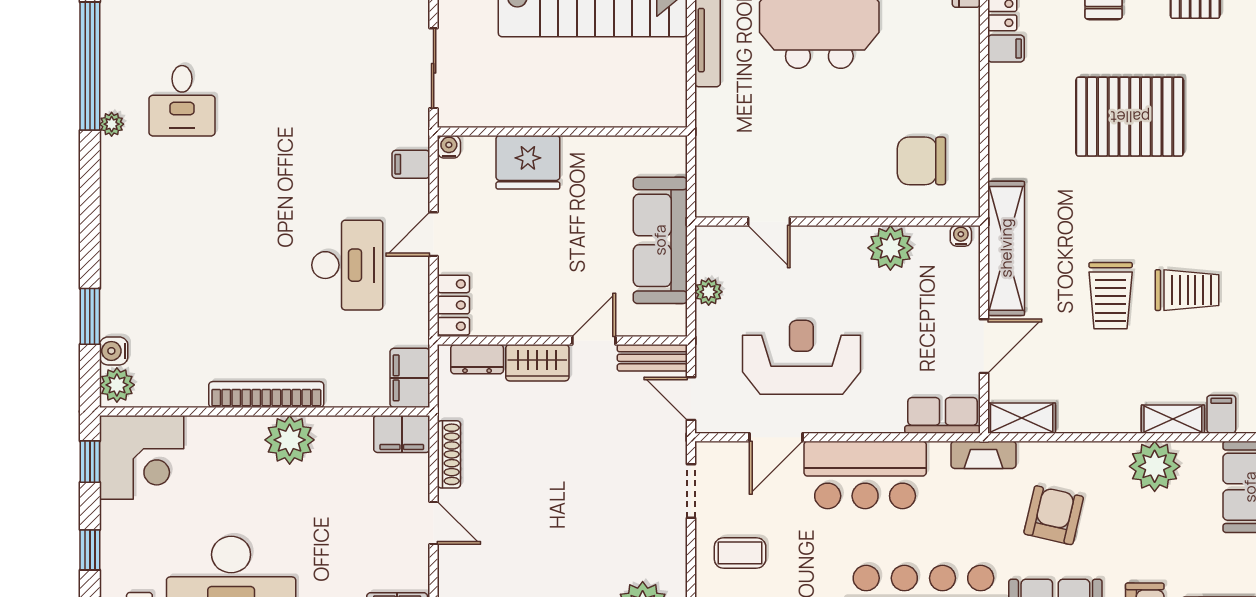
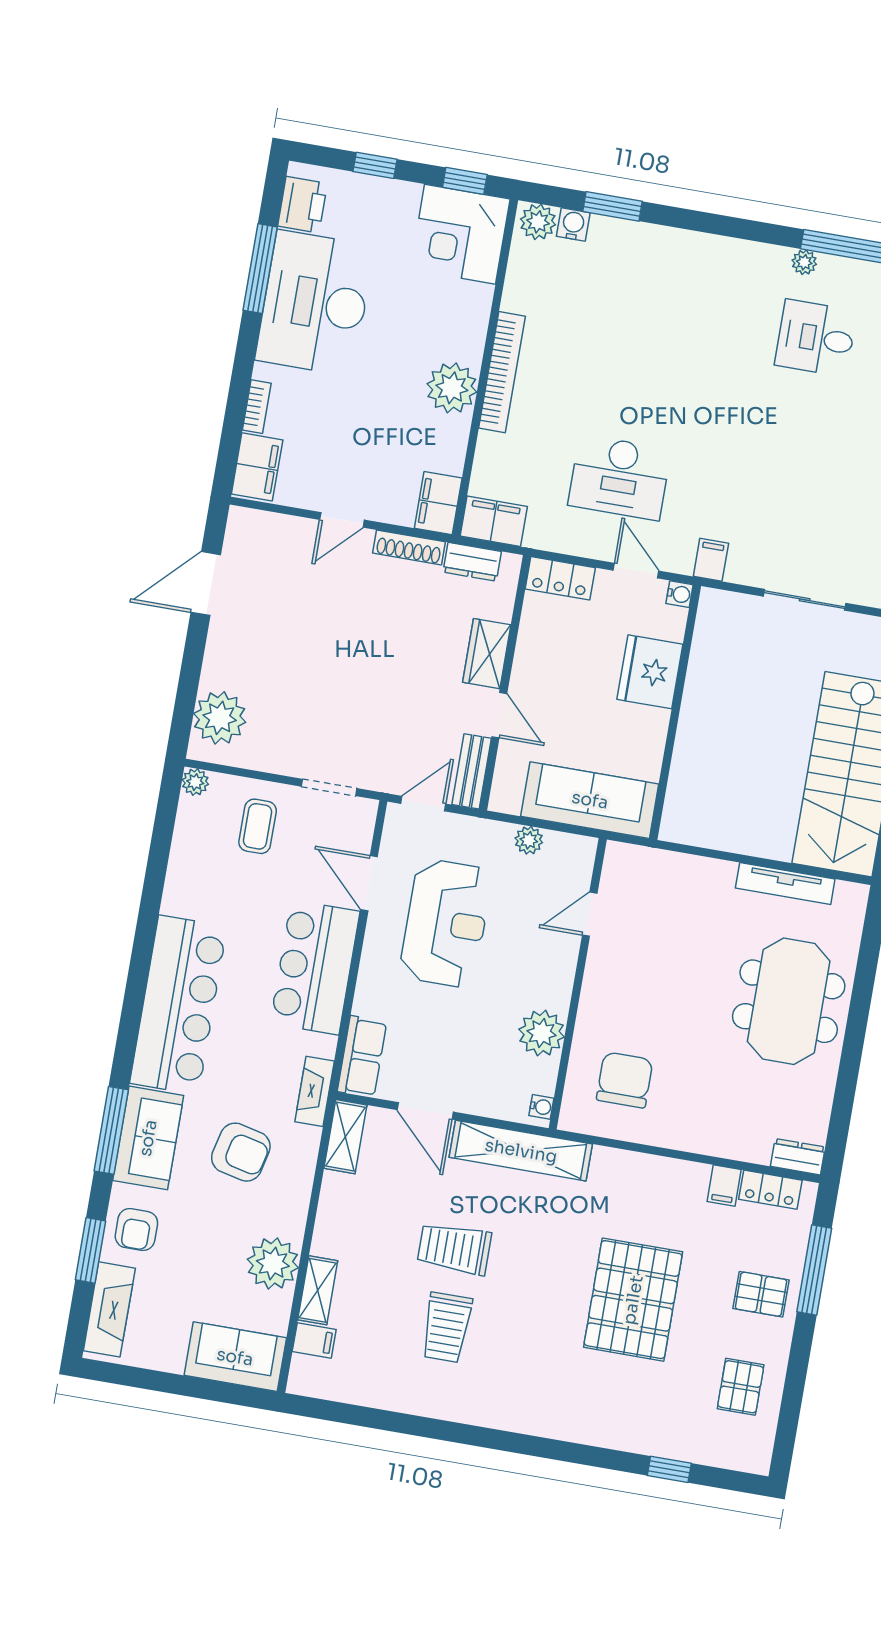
wall: (562, 131) -> (675, 712), moved
water cooler: (449, 147) -> (680, 594), moved
fridge: (528, 162) -> (650, 672), moved
dresser: (477, 359) -> (472, 562), moved, turned -90

